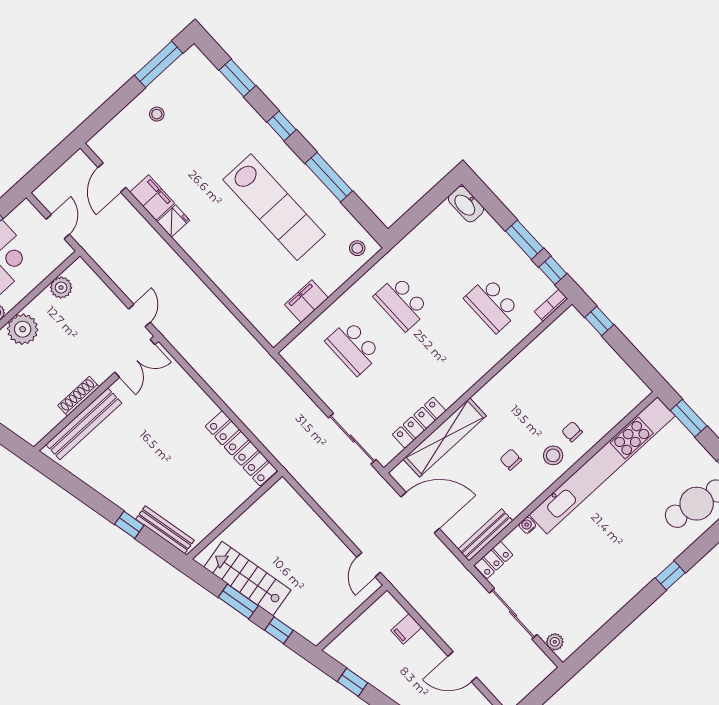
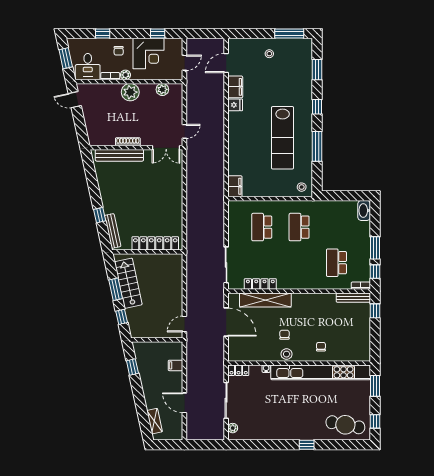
filing cabinet: (307, 301) -> (235, 186), moved, turned 90
locker: (241, 448) -> (155, 243), moved, turned 90
stool: (553, 455) -> (287, 354), moved
bench: (485, 535) -> (353, 298), moved

